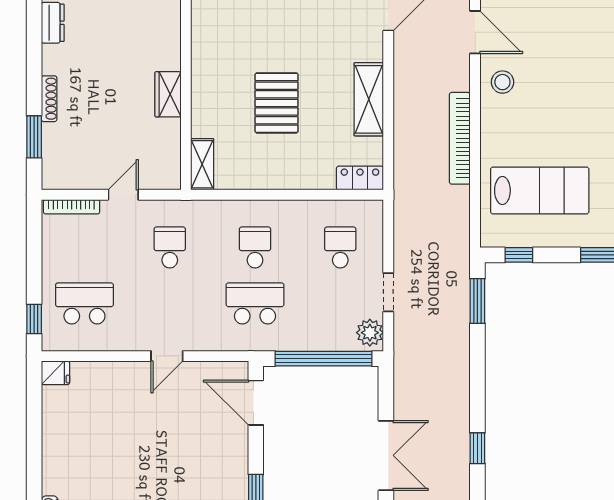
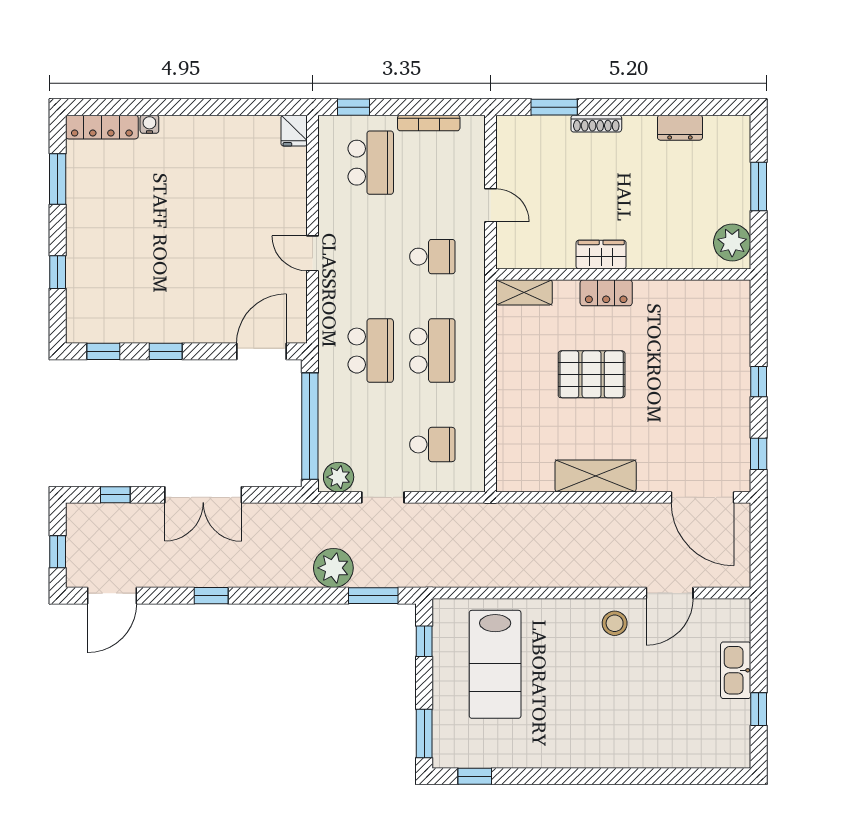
bookcase: (460, 138) -> (553, 576), removed
locker: (360, 178) -> (606, 293), moved, turned 90
bookcase: (72, 207) -> (429, 123), moved, turned -90
school desk: (255, 247) -> (432, 351), width x1.85
plant: (452, 337) -> (333, 568), added

